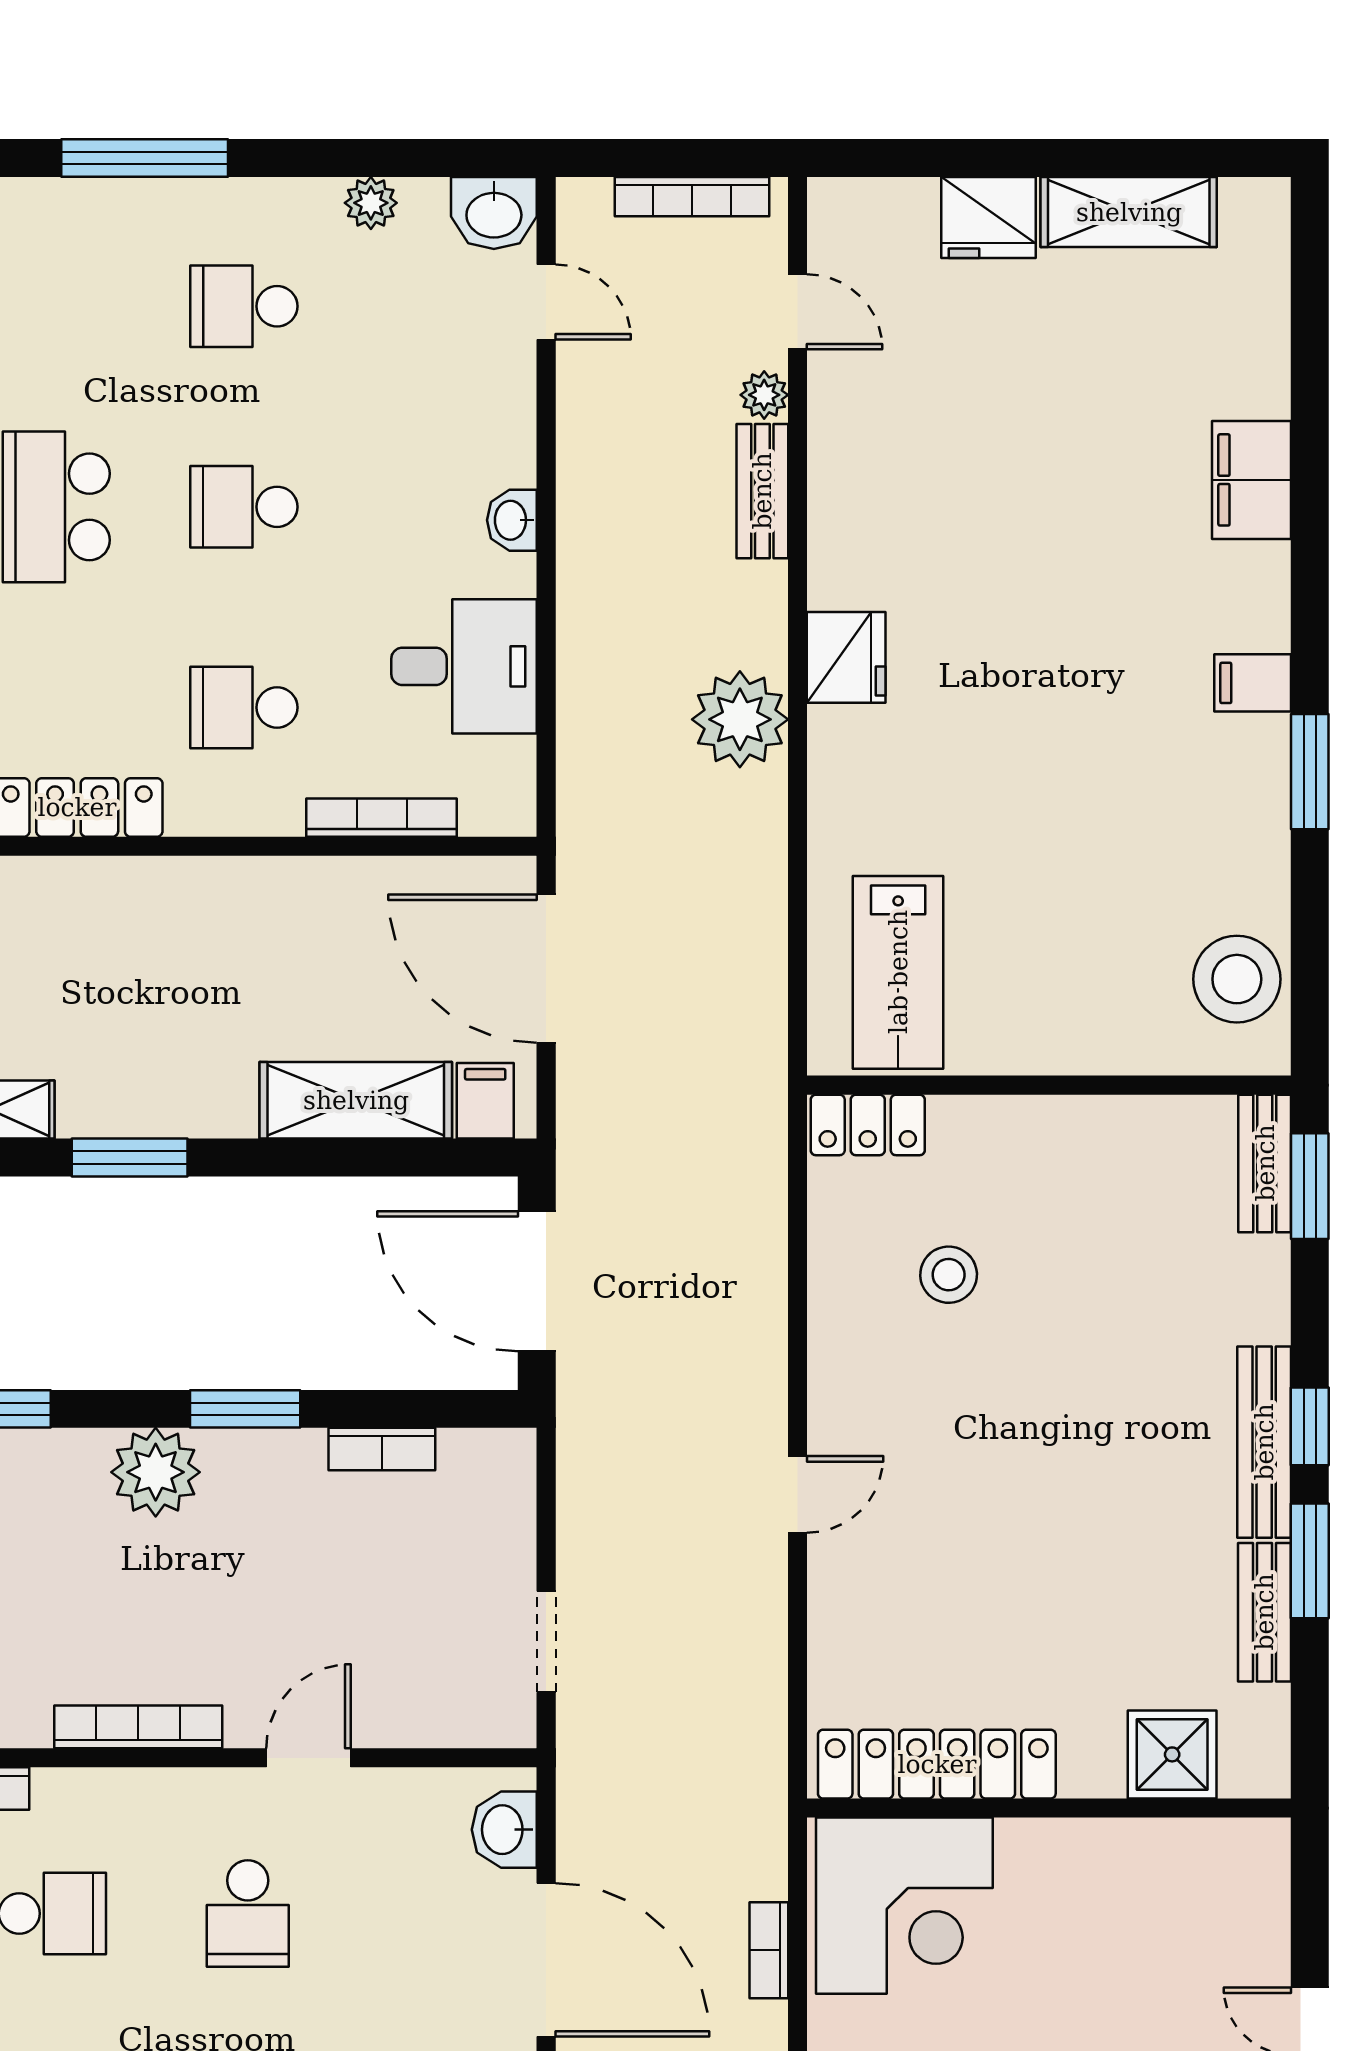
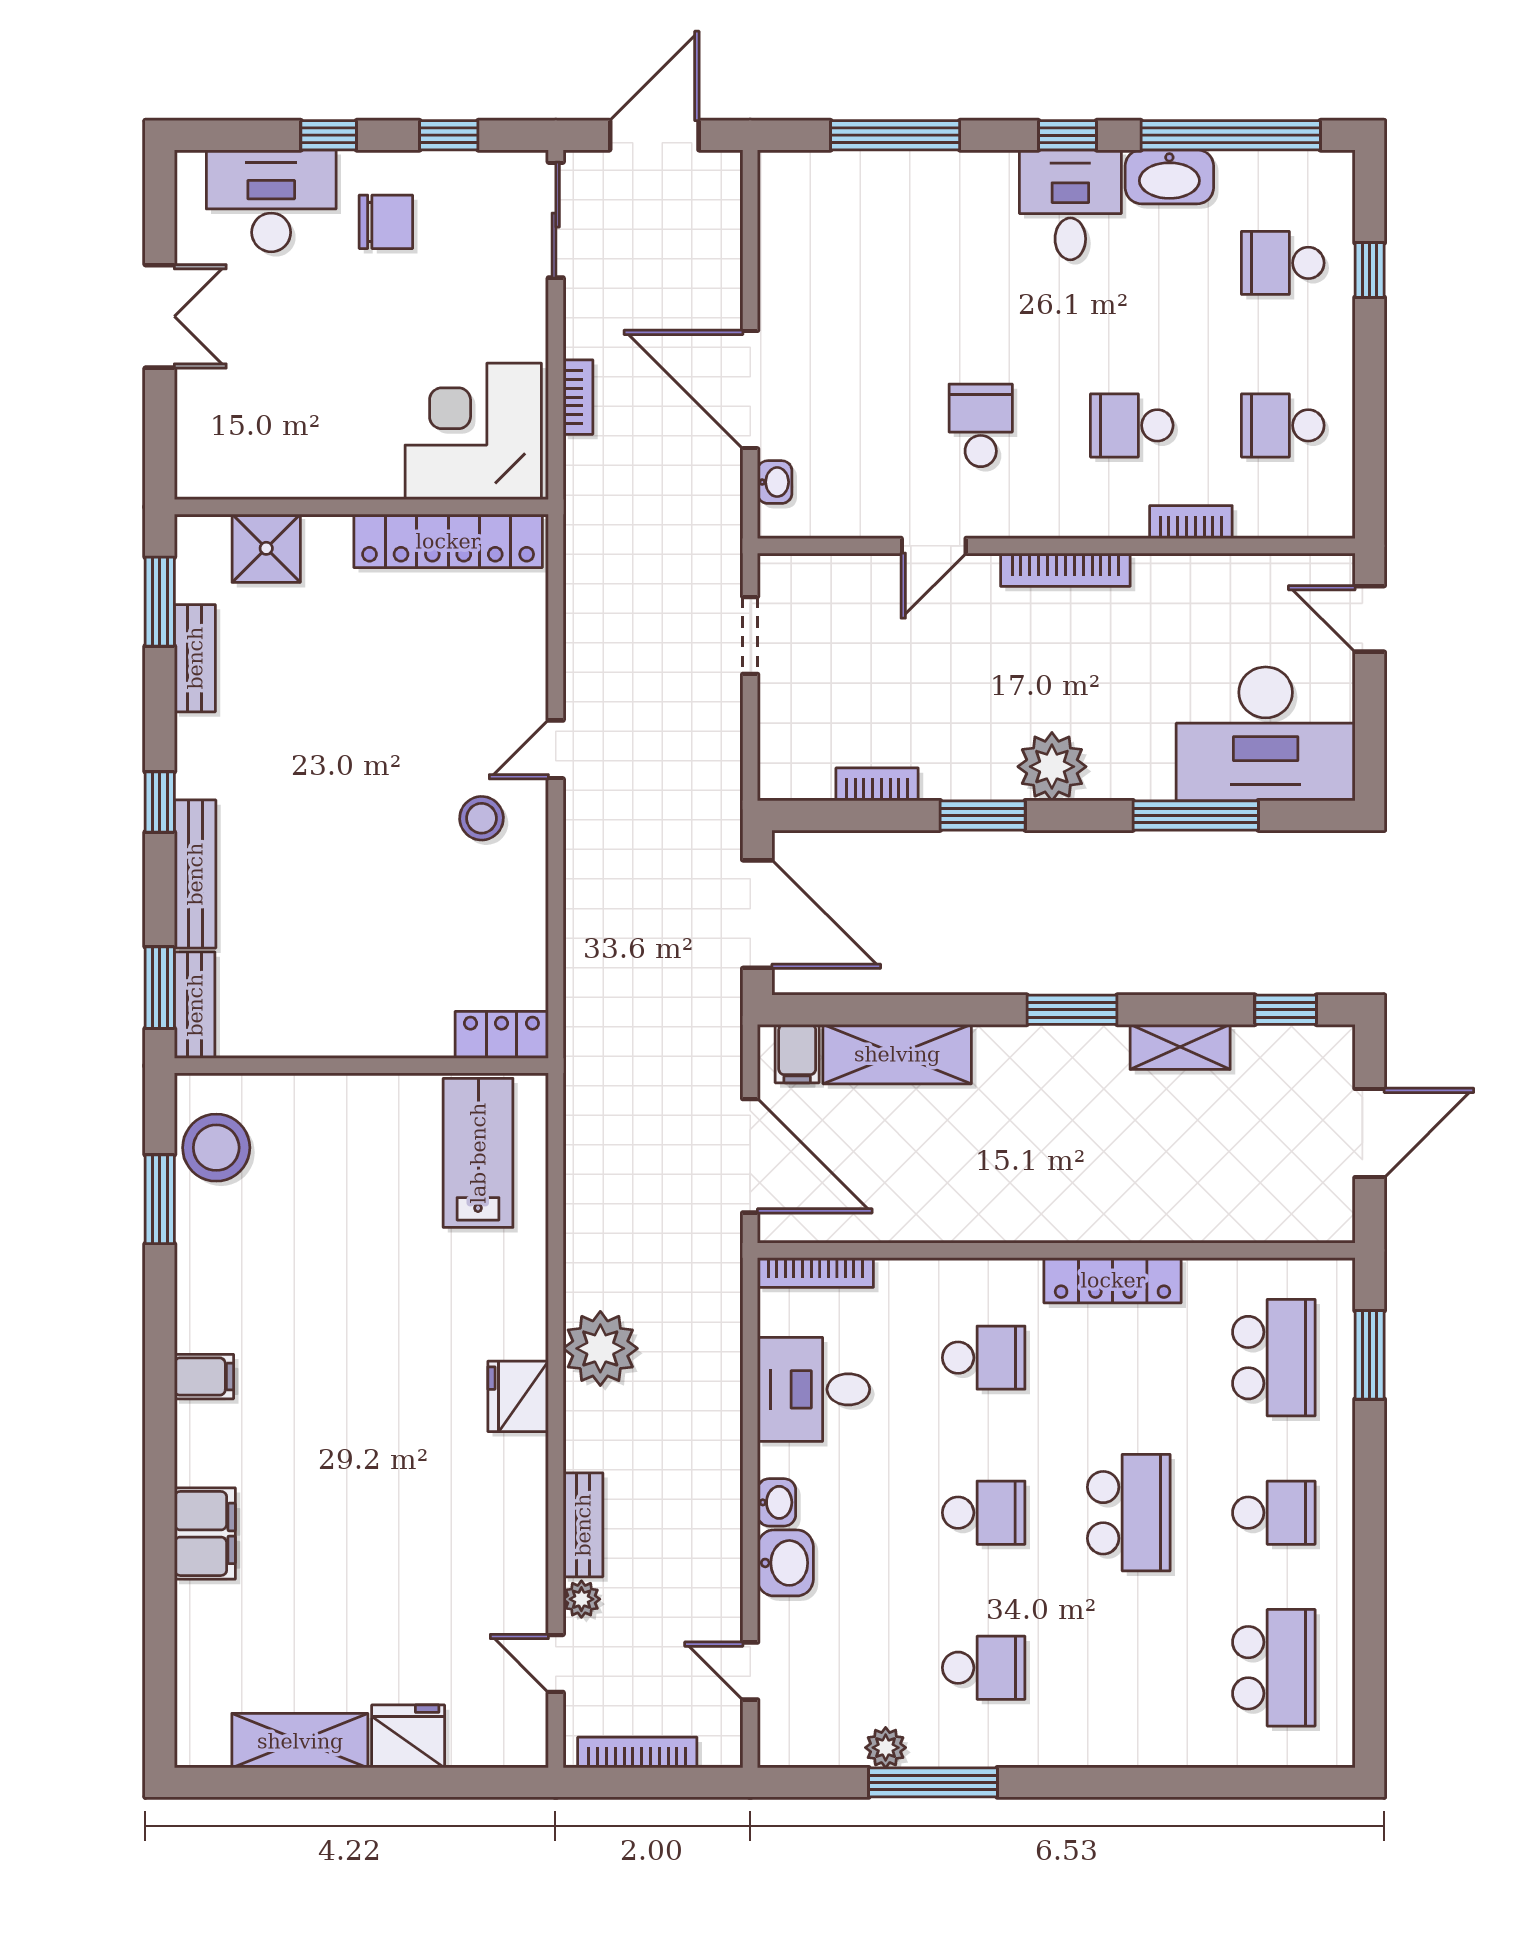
window: (145, 158) -> (933, 1782), moved
washbasin: (494, 213) -> (785, 1563), moved, turned 90
window: (1310, 772) -> (160, 1199), moved
bookcase: (382, 818) -> (815, 1272), moved
stool: (949, 1275) -> (482, 818), moved
bench: (1264, 1442) -> (195, 874), moved
window: (1310, 1561) -> (160, 602), moved
washbasin: (504, 1830) -> (775, 482), width x0.72, depth x0.69

